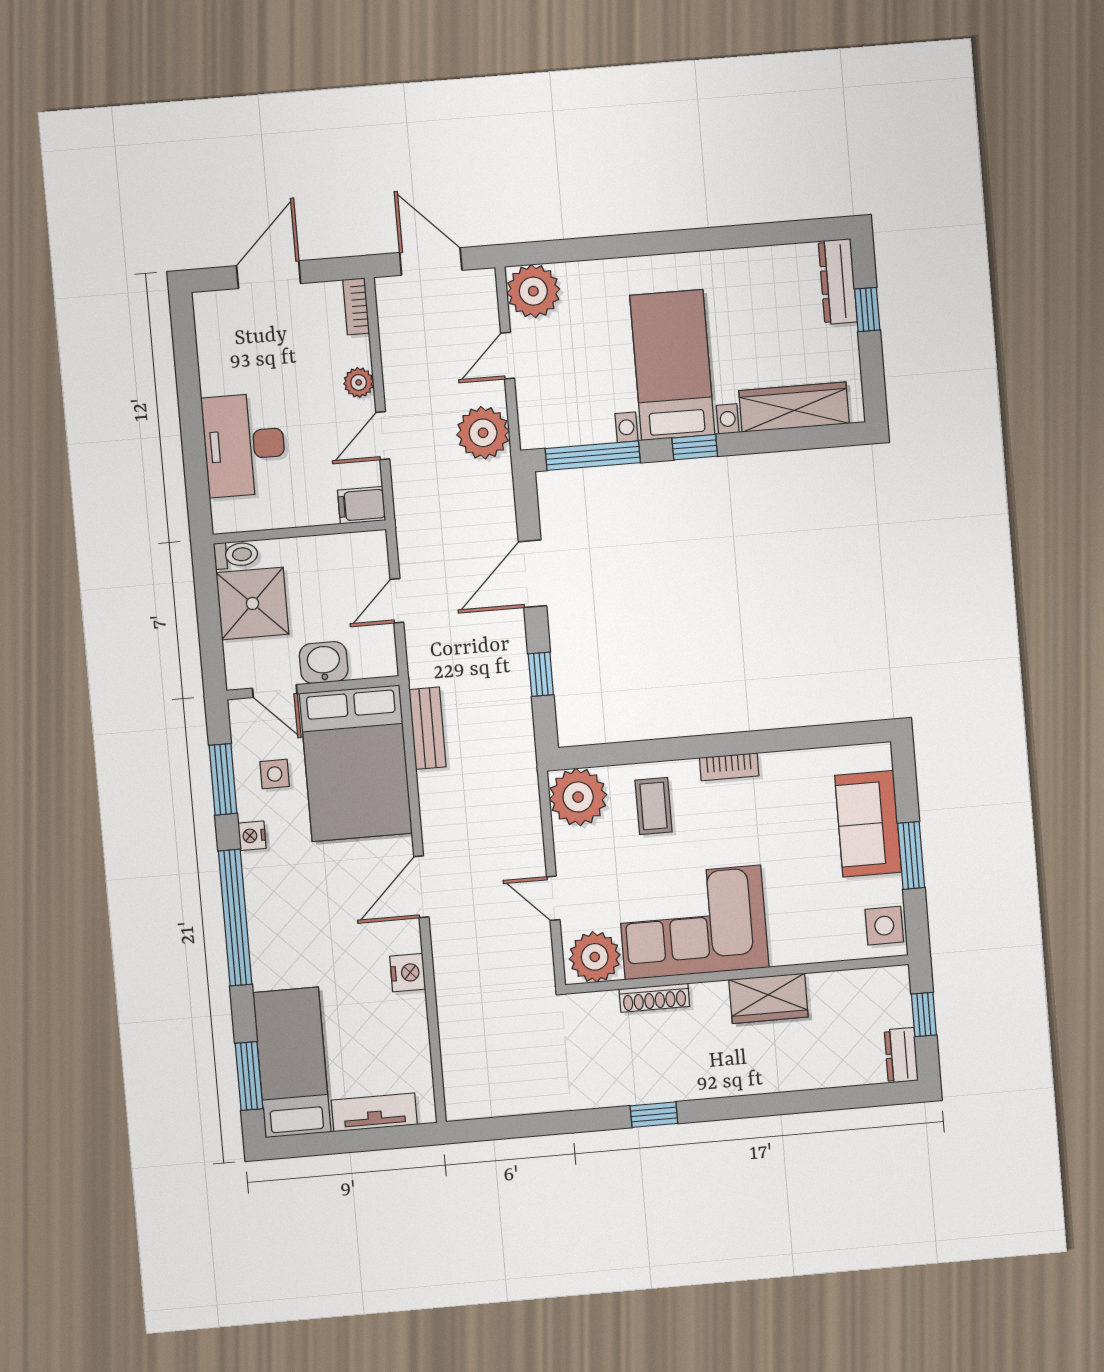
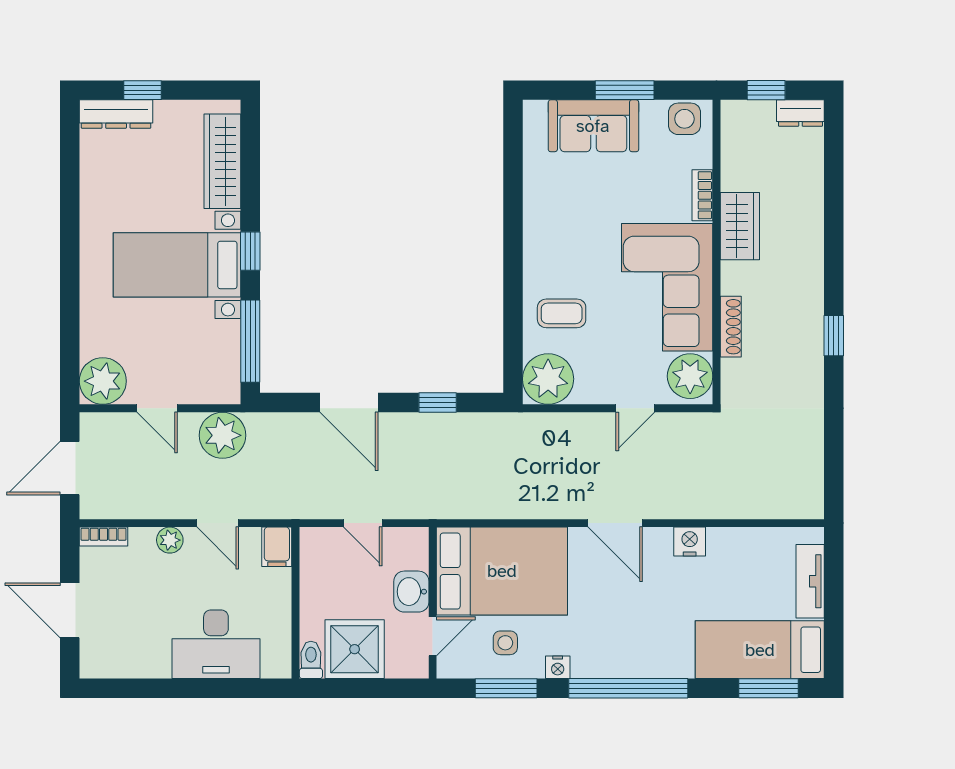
bench: (427, 728) -> (477, 506), removed
bookcase: (729, 767) -> (702, 195), moved, turned 180

